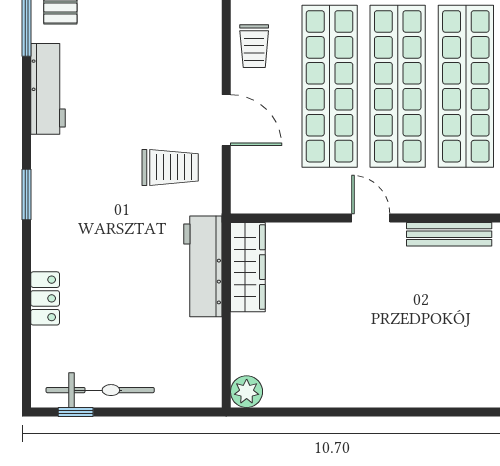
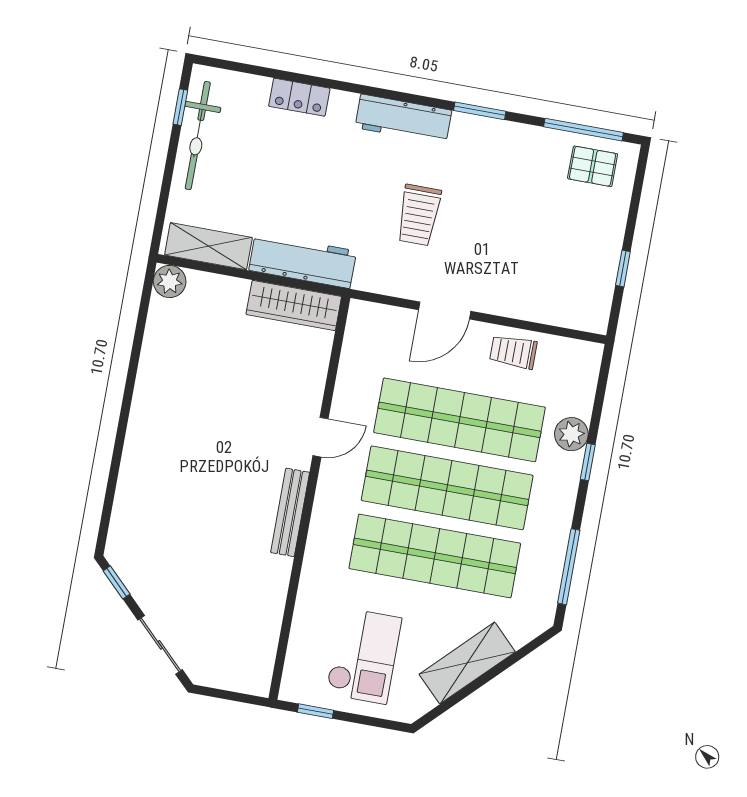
workbench: (48, 89) -> (403, 119), moved
trolley: (170, 167) -> (419, 215), moved
window: (26, 195) -> (480, 111), moved
shelving: (206, 360) -> (208, 246), added

